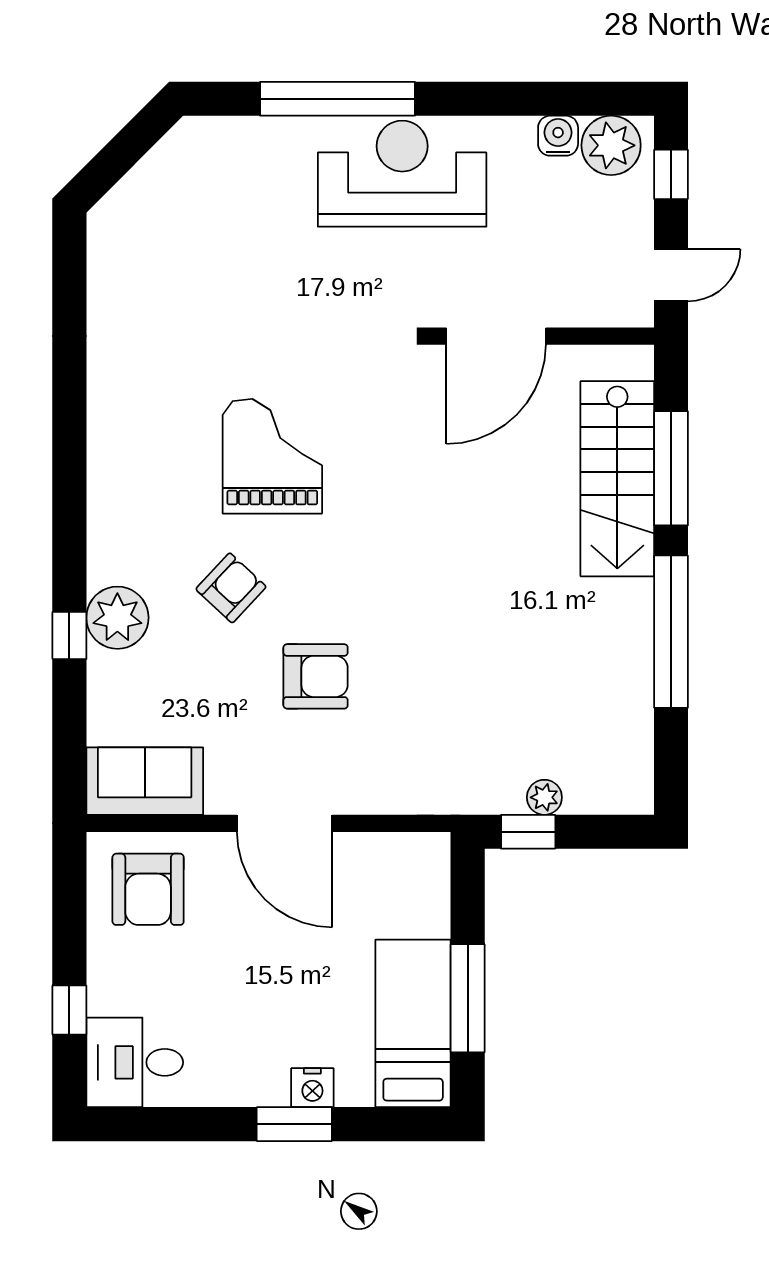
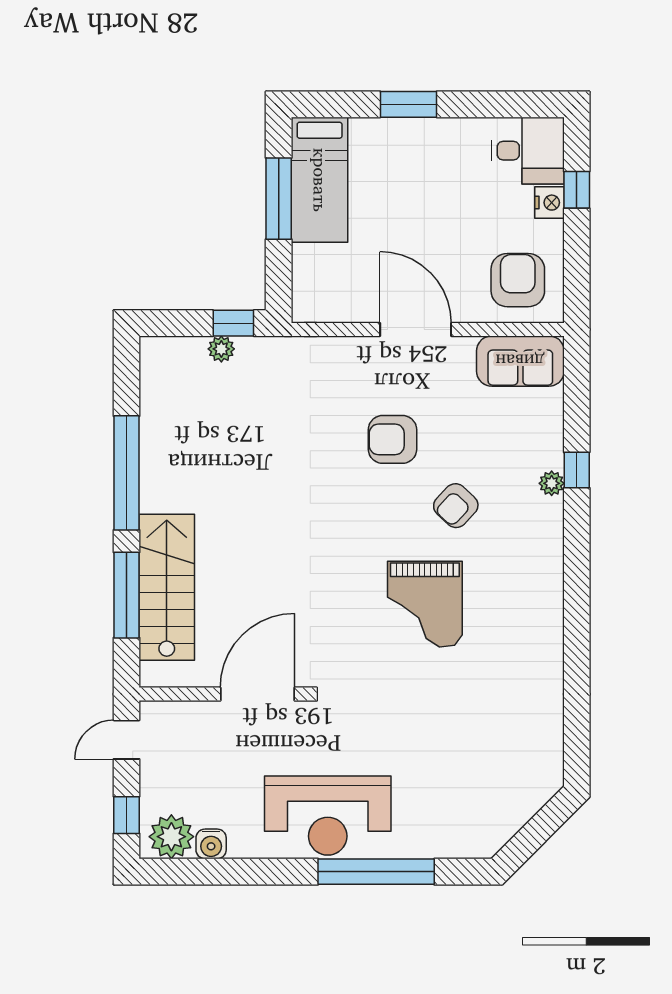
plant: (117, 618) -> (552, 483), width x0.53, depth x0.53
nightstand: (312, 1088) -> (549, 203), moved, turned 90

